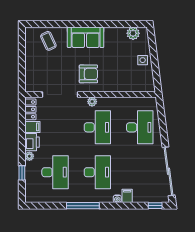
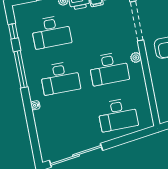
filing cabinet: (127, 196) -> (40, 115), removed
window: (155, 206) -> (13, 31), moved

